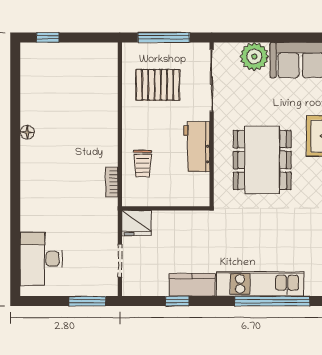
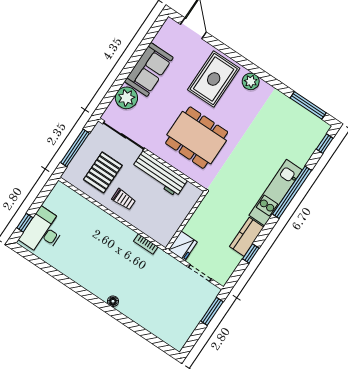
floor lamp: (27, 132) -> (113, 301), moved
workbench: (197, 147) -> (160, 174), width x1.38
trolley: (143, 163) -> (124, 199), moved
desk: (41, 259) -> (43, 232), moved, turned 90

